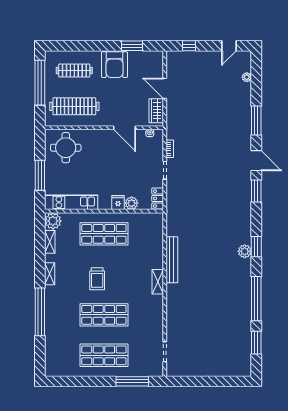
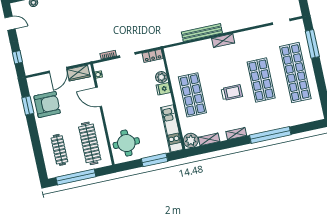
armchair: (115, 65) -> (47, 105), moved
door: (125, 128) -> (99, 97), swing flipped
shop shelf: (104, 355) -> (295, 73), width x1.40

